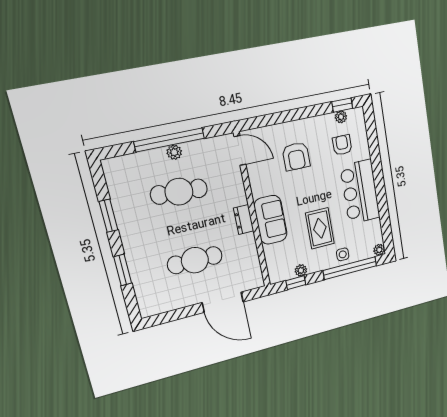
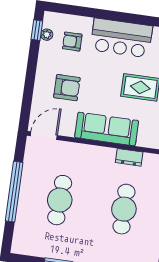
plant: (174, 152) -> (26, 191), removed
dresser: (244, 220) -> (129, 157), moved
sofa: (271, 220) -> (107, 129), width x1.36

